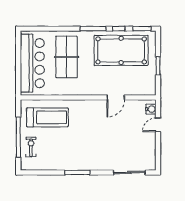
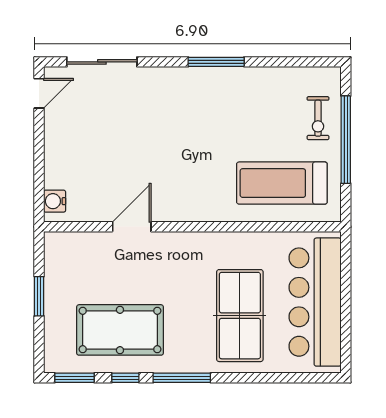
pool table: (121, 50) -> (120, 330), width x0.73, depth x0.76
door: (158, 125) -> (39, 93), moved

